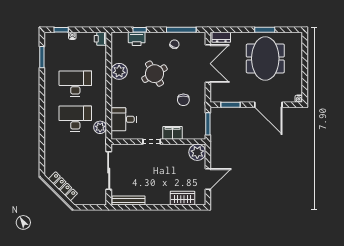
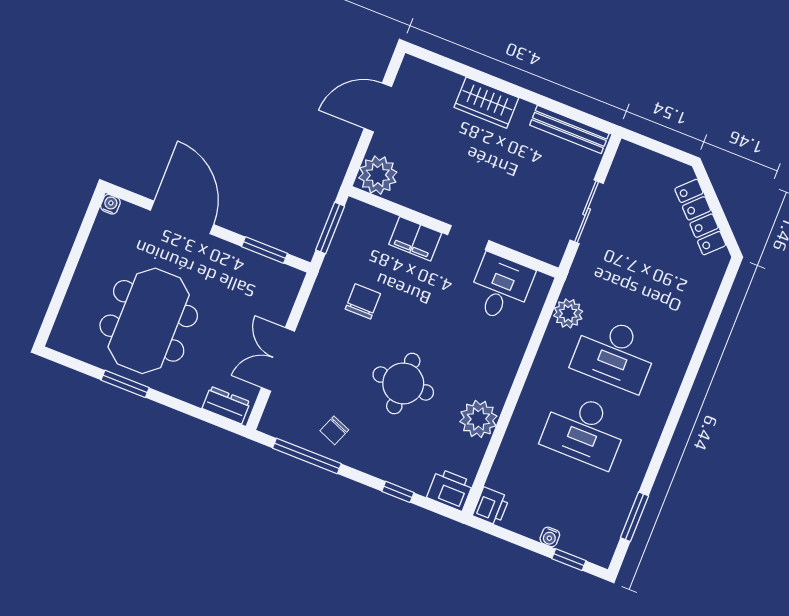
printer: (137, 39) -> (450, 490), moved
double door: (208, 64) -> (278, 359), width x0.73
round table: (155, 74) -> (403, 383), turned 30
desk: (124, 119) -> (501, 288), moved, turned -90
sliding door: (109, 171) -> (587, 212), width x0.73
wardrobe: (182, 198) -> (486, 103), moved

